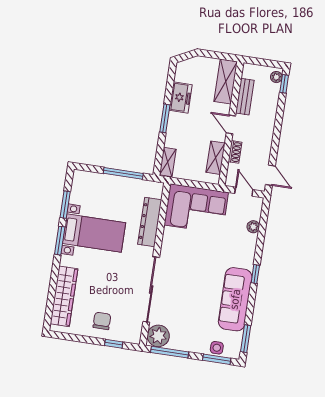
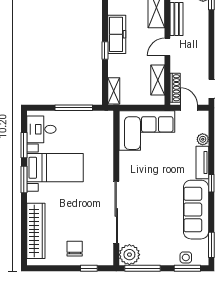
freezer: (181, 97) -> (117, 34), width x1.40
window: (165, 118) -> (105, 51), width x0.67
door: (231, 124) -> (167, 47), hinge flipped
shoe rack: (235, 152) -> (175, 88), moved, width x1.43
desk: (86, 191) -> (41, 129), added
dresser: (150, 222) -> (105, 150), removed
tv unit: (249, 251) -> (202, 163), added

